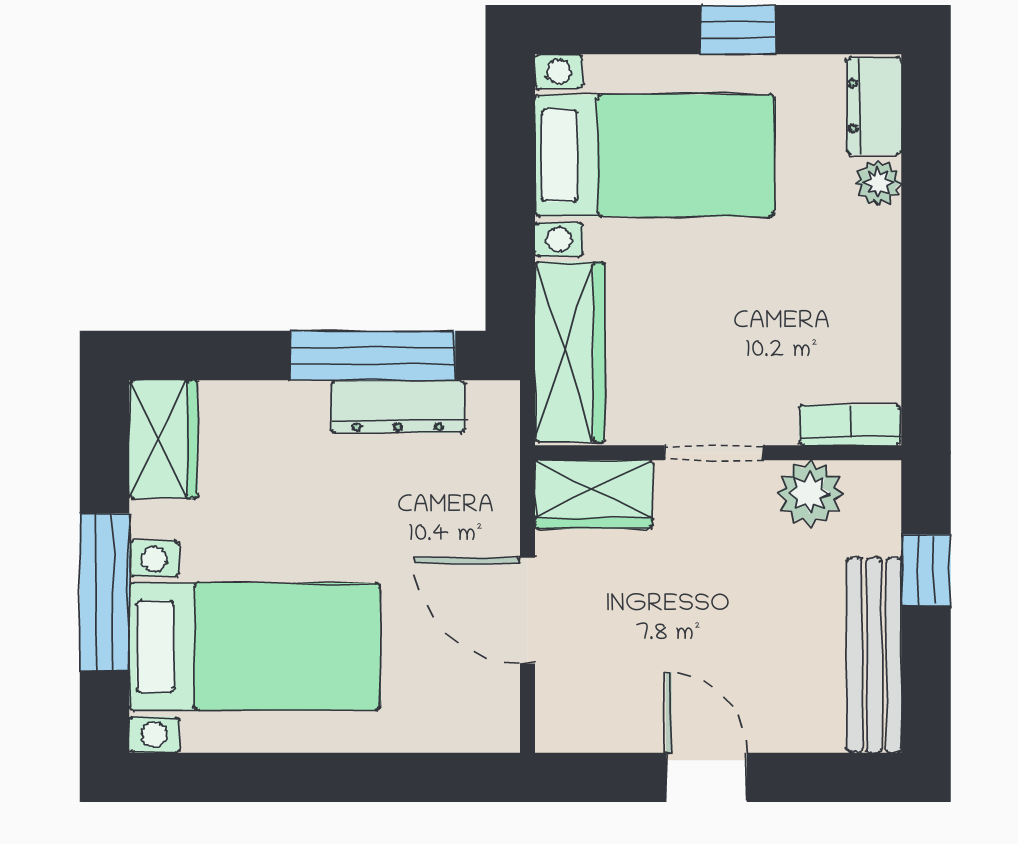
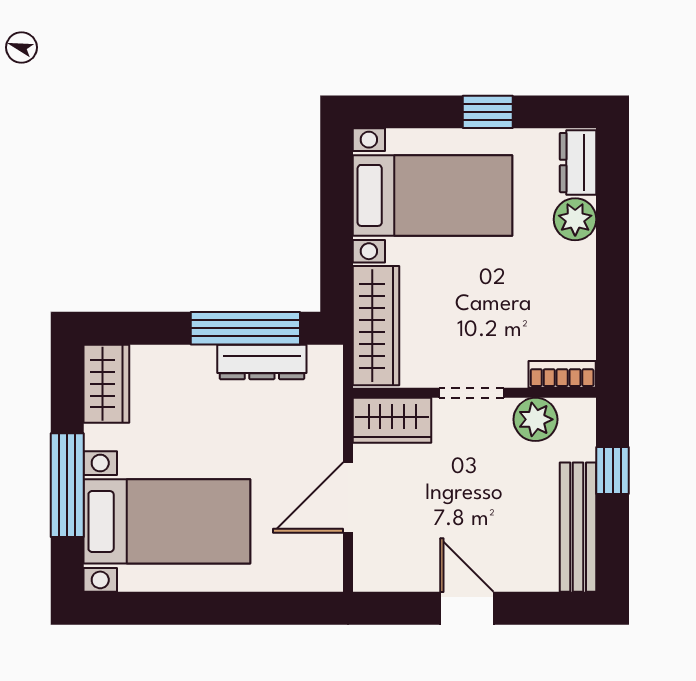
plant: (878, 183) -> (575, 219), width x1.38, depth x1.38
door: (527, 611) -> (348, 497), hinge flipped

